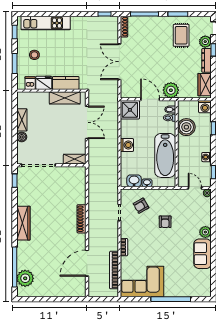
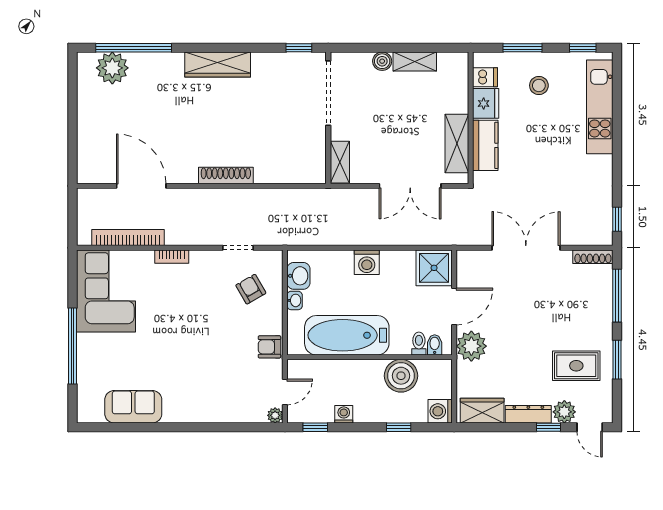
armchair: (165, 222) -> (270, 347), moved
plant: (205, 232) -> (201, 412), removed
sofa: (203, 254) -> (133, 407), moved

